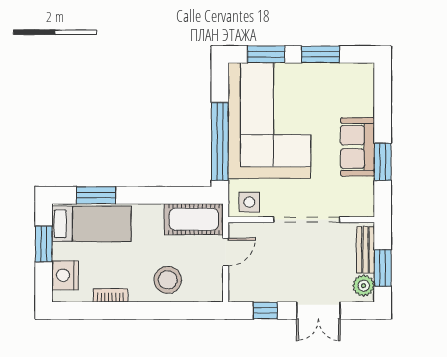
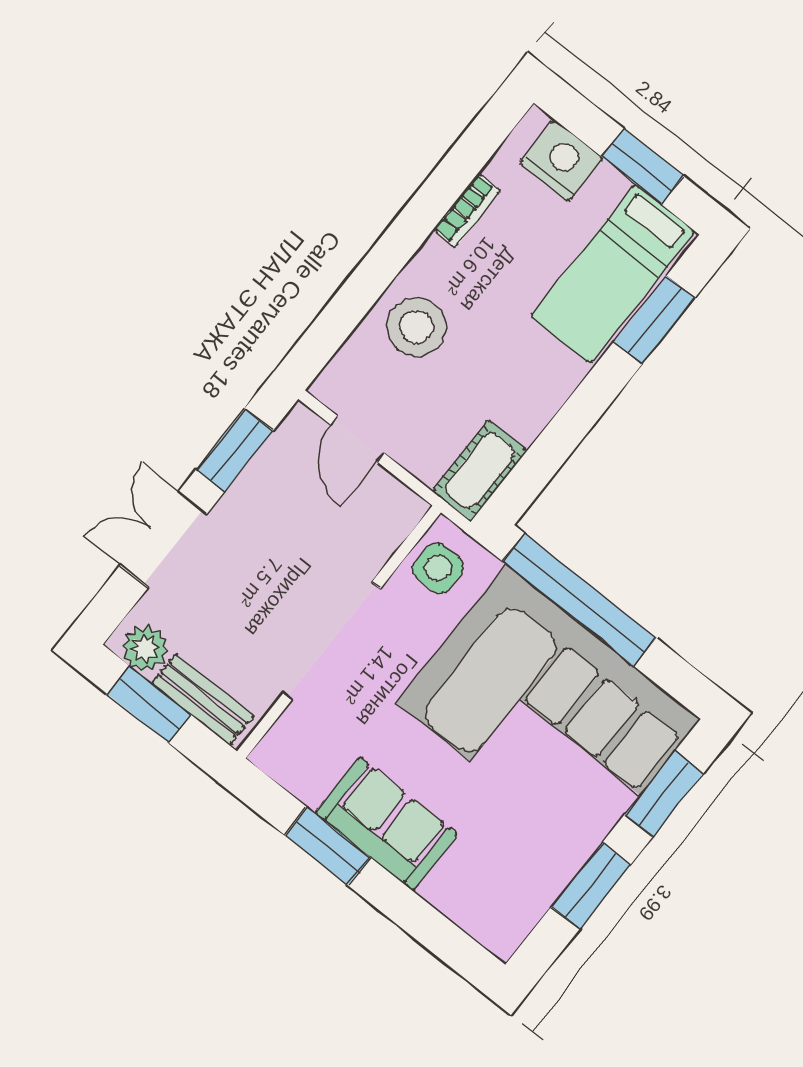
cot: (194, 219) -> (480, 471), width x0.73, depth x0.75
door: (226, 252) -> (358, 439), moved
window: (265, 310) -> (235, 450), width x1.50

